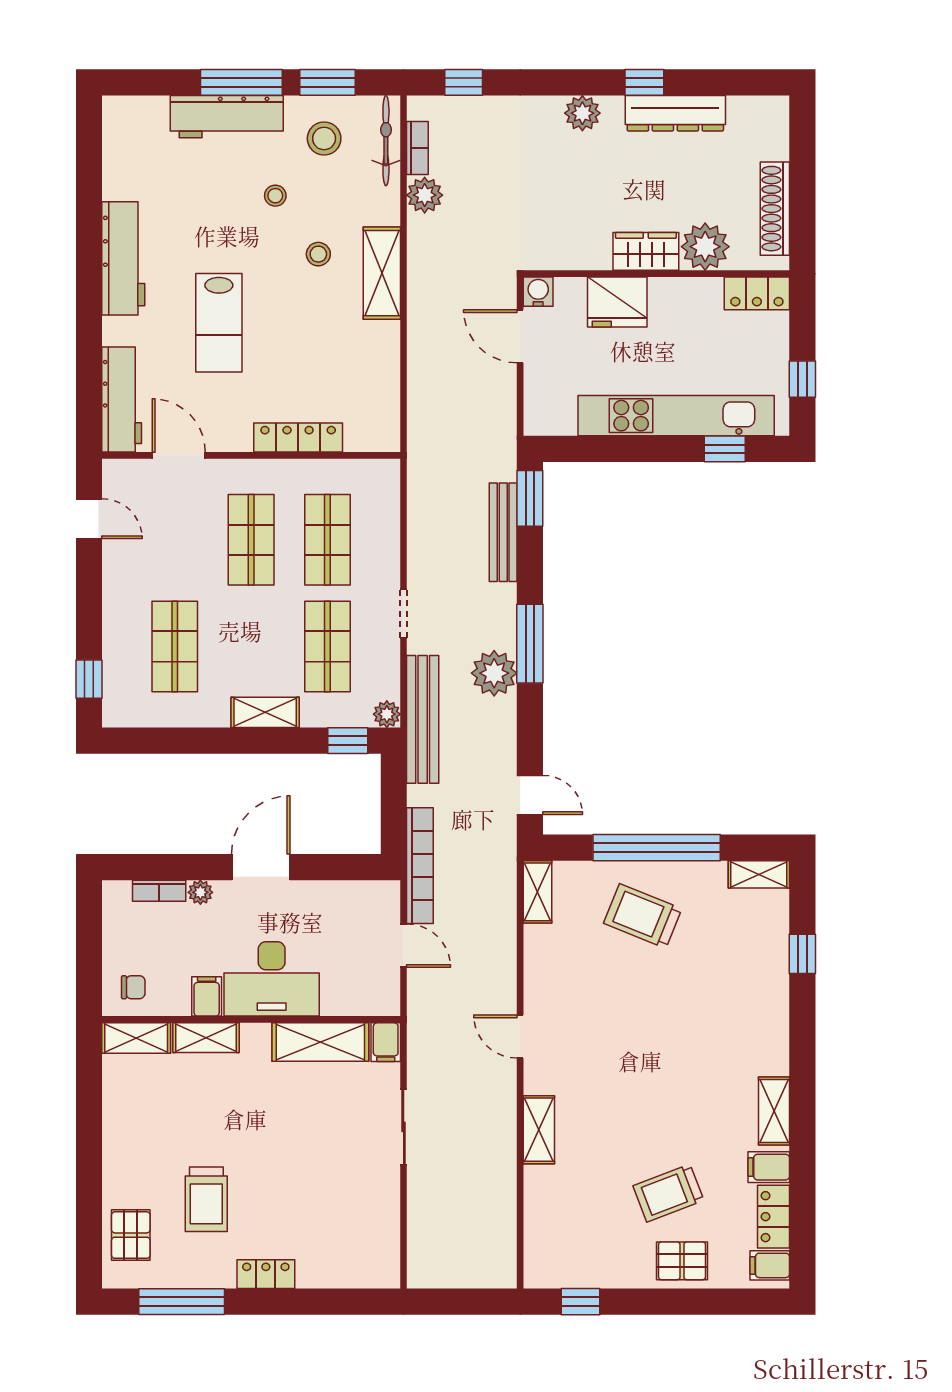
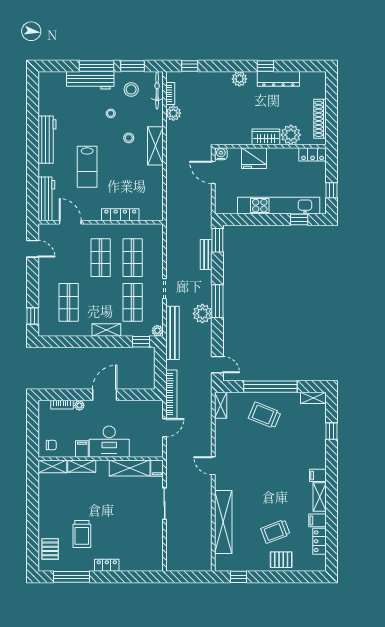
bench: (503, 532) -> (206, 254), width x0.73
door: (404, 946) -> (164, 428), hinge flipped
shelving: (539, 1130) -> (223, 522), width x2.20, depth x1.33
filing cabinet: (770, 1265) -> (318, 475), moved

